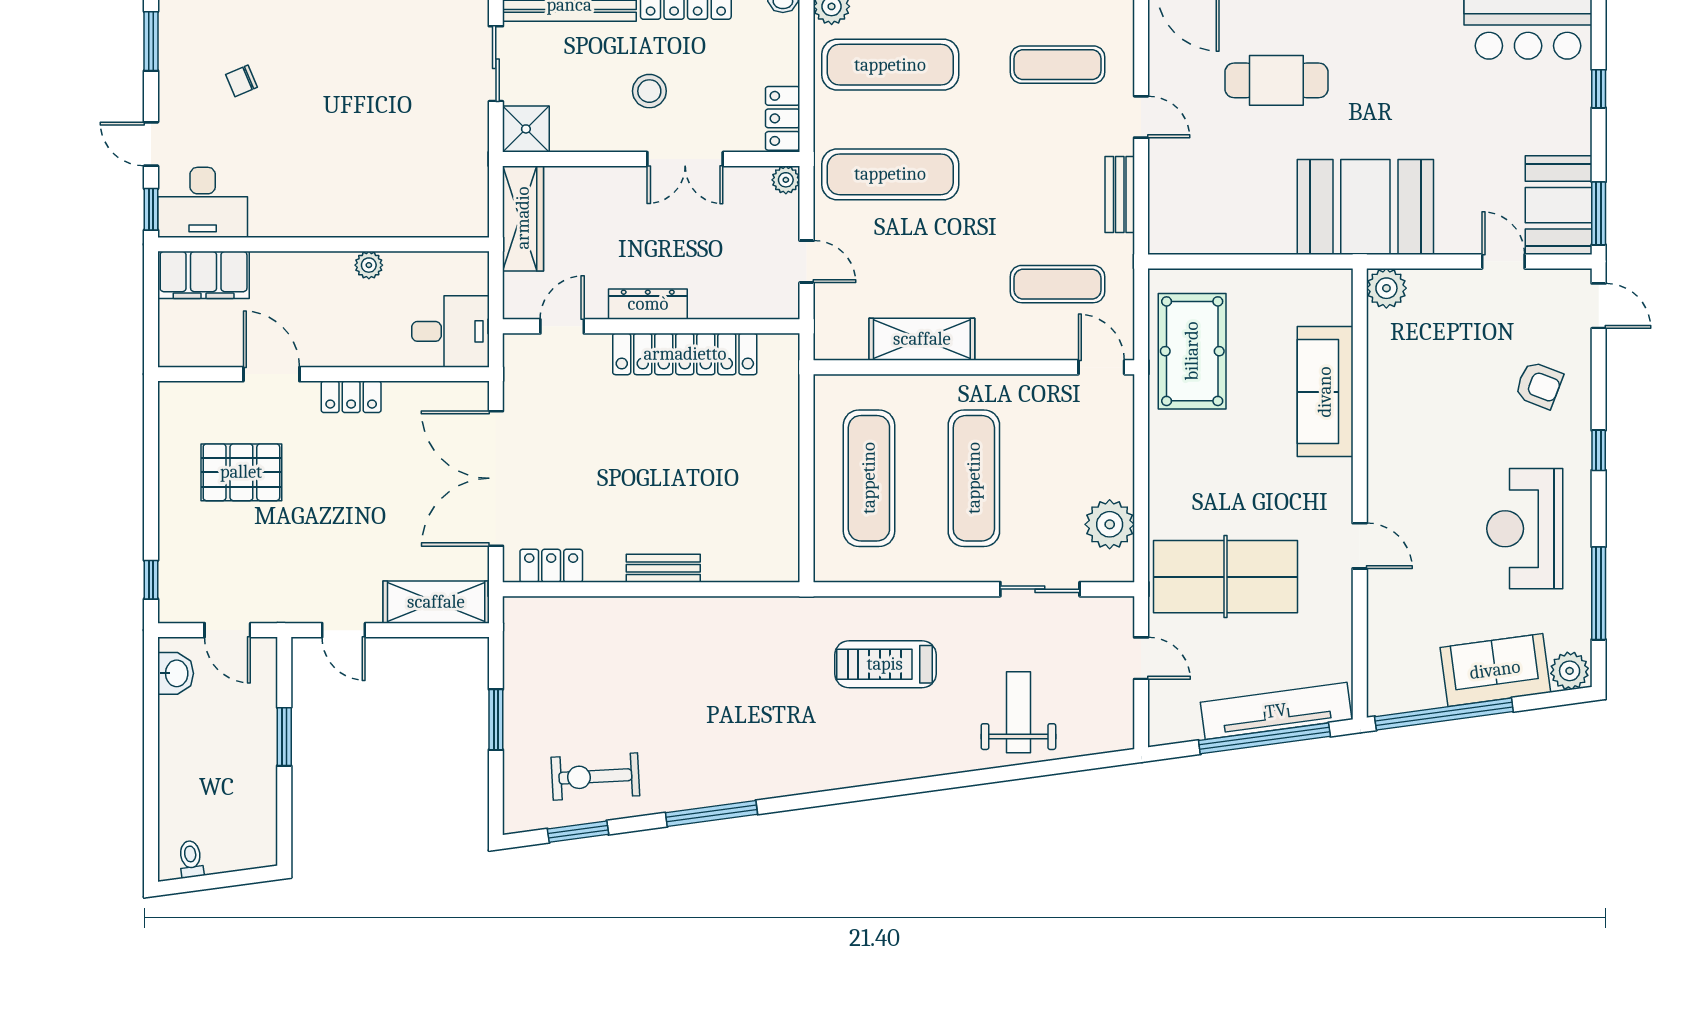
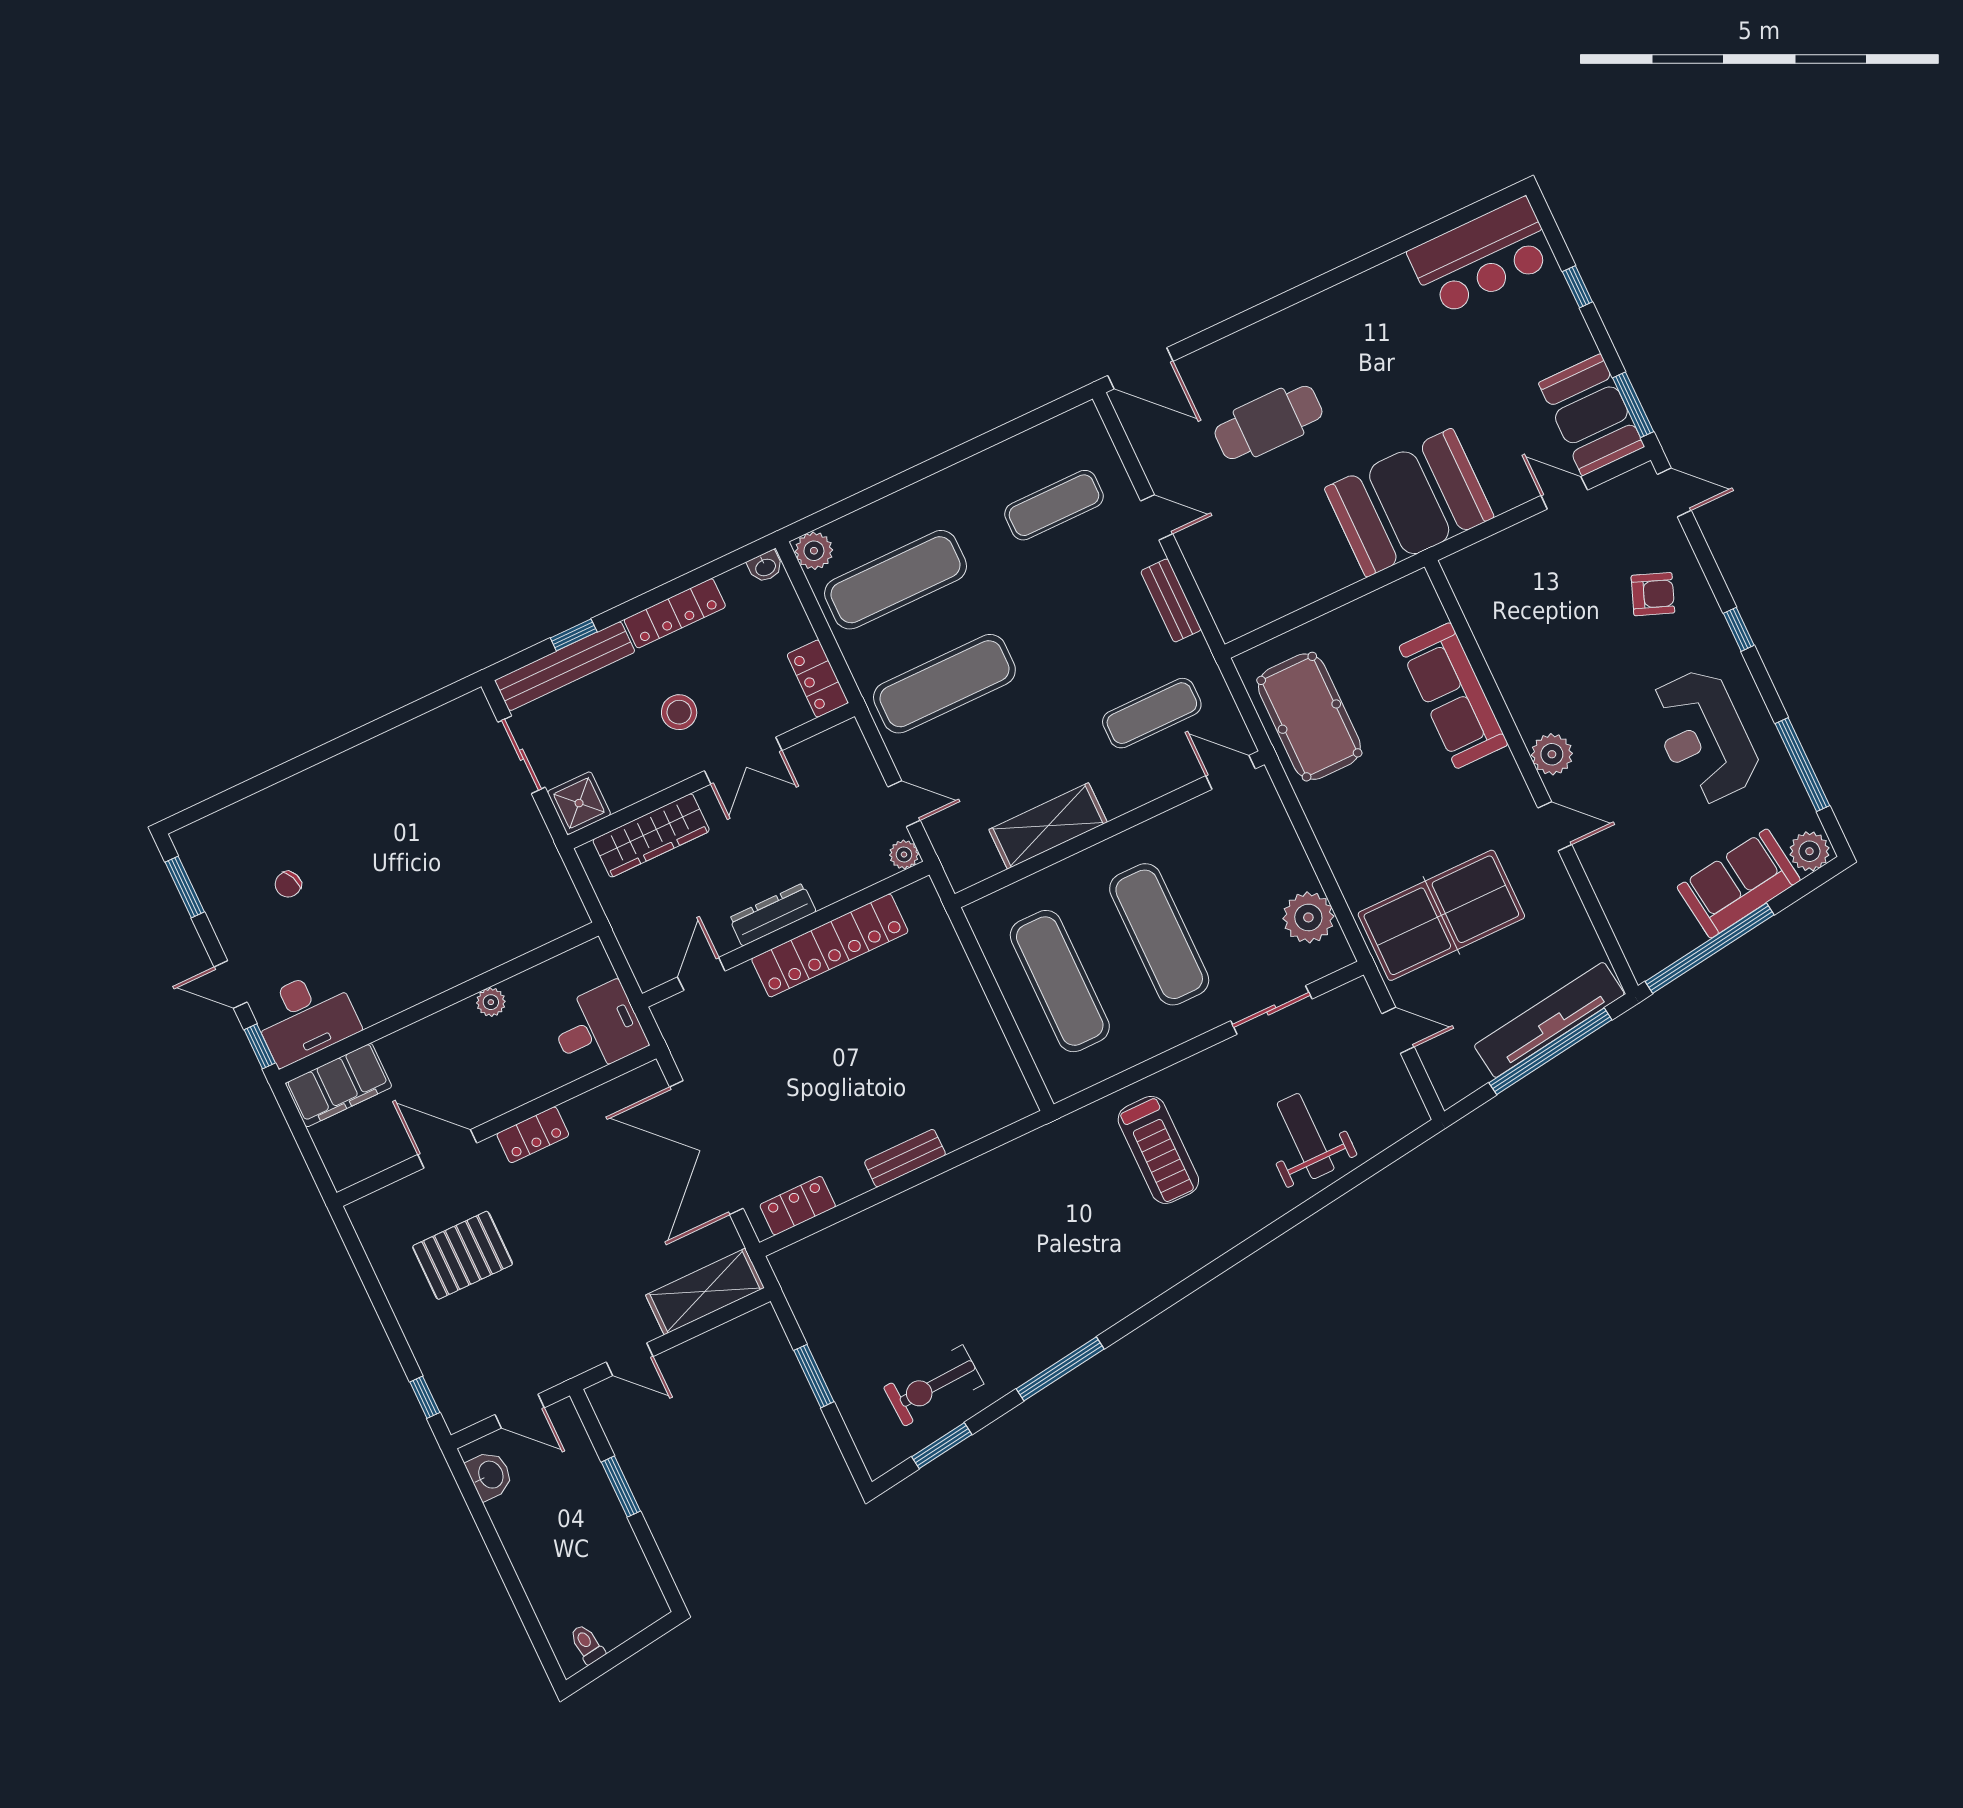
plant: (786, 180) -> (904, 855), moved
wardrobe: (523, 218) -> (651, 835), moved, turned 90
plant: (1386, 288) -> (1552, 754), moved
treadmill: (885, 664) -> (1158, 1150), turned -90

